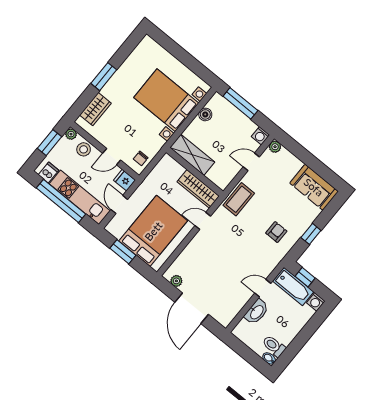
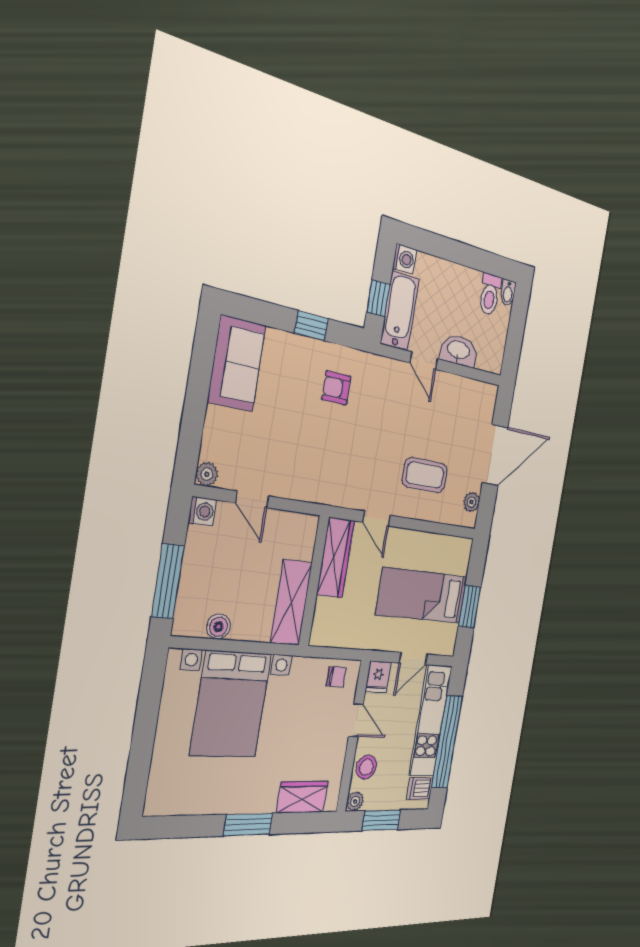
coffee table: (239, 199) -> (425, 475), moved
bed: (153, 231) -> (422, 595), width x0.67

